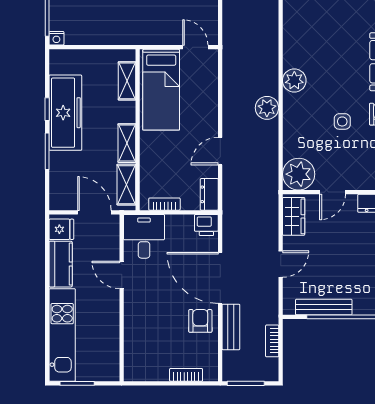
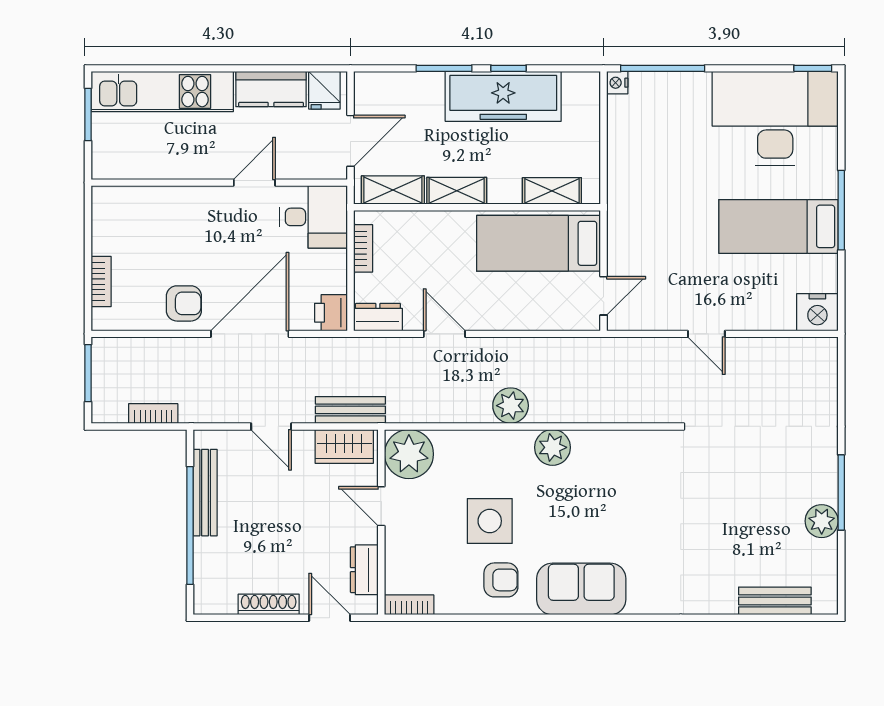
side table: (342, 121) -> (490, 521), width x1.87, depth x1.87
bench: (231, 327) -> (350, 410), moved

